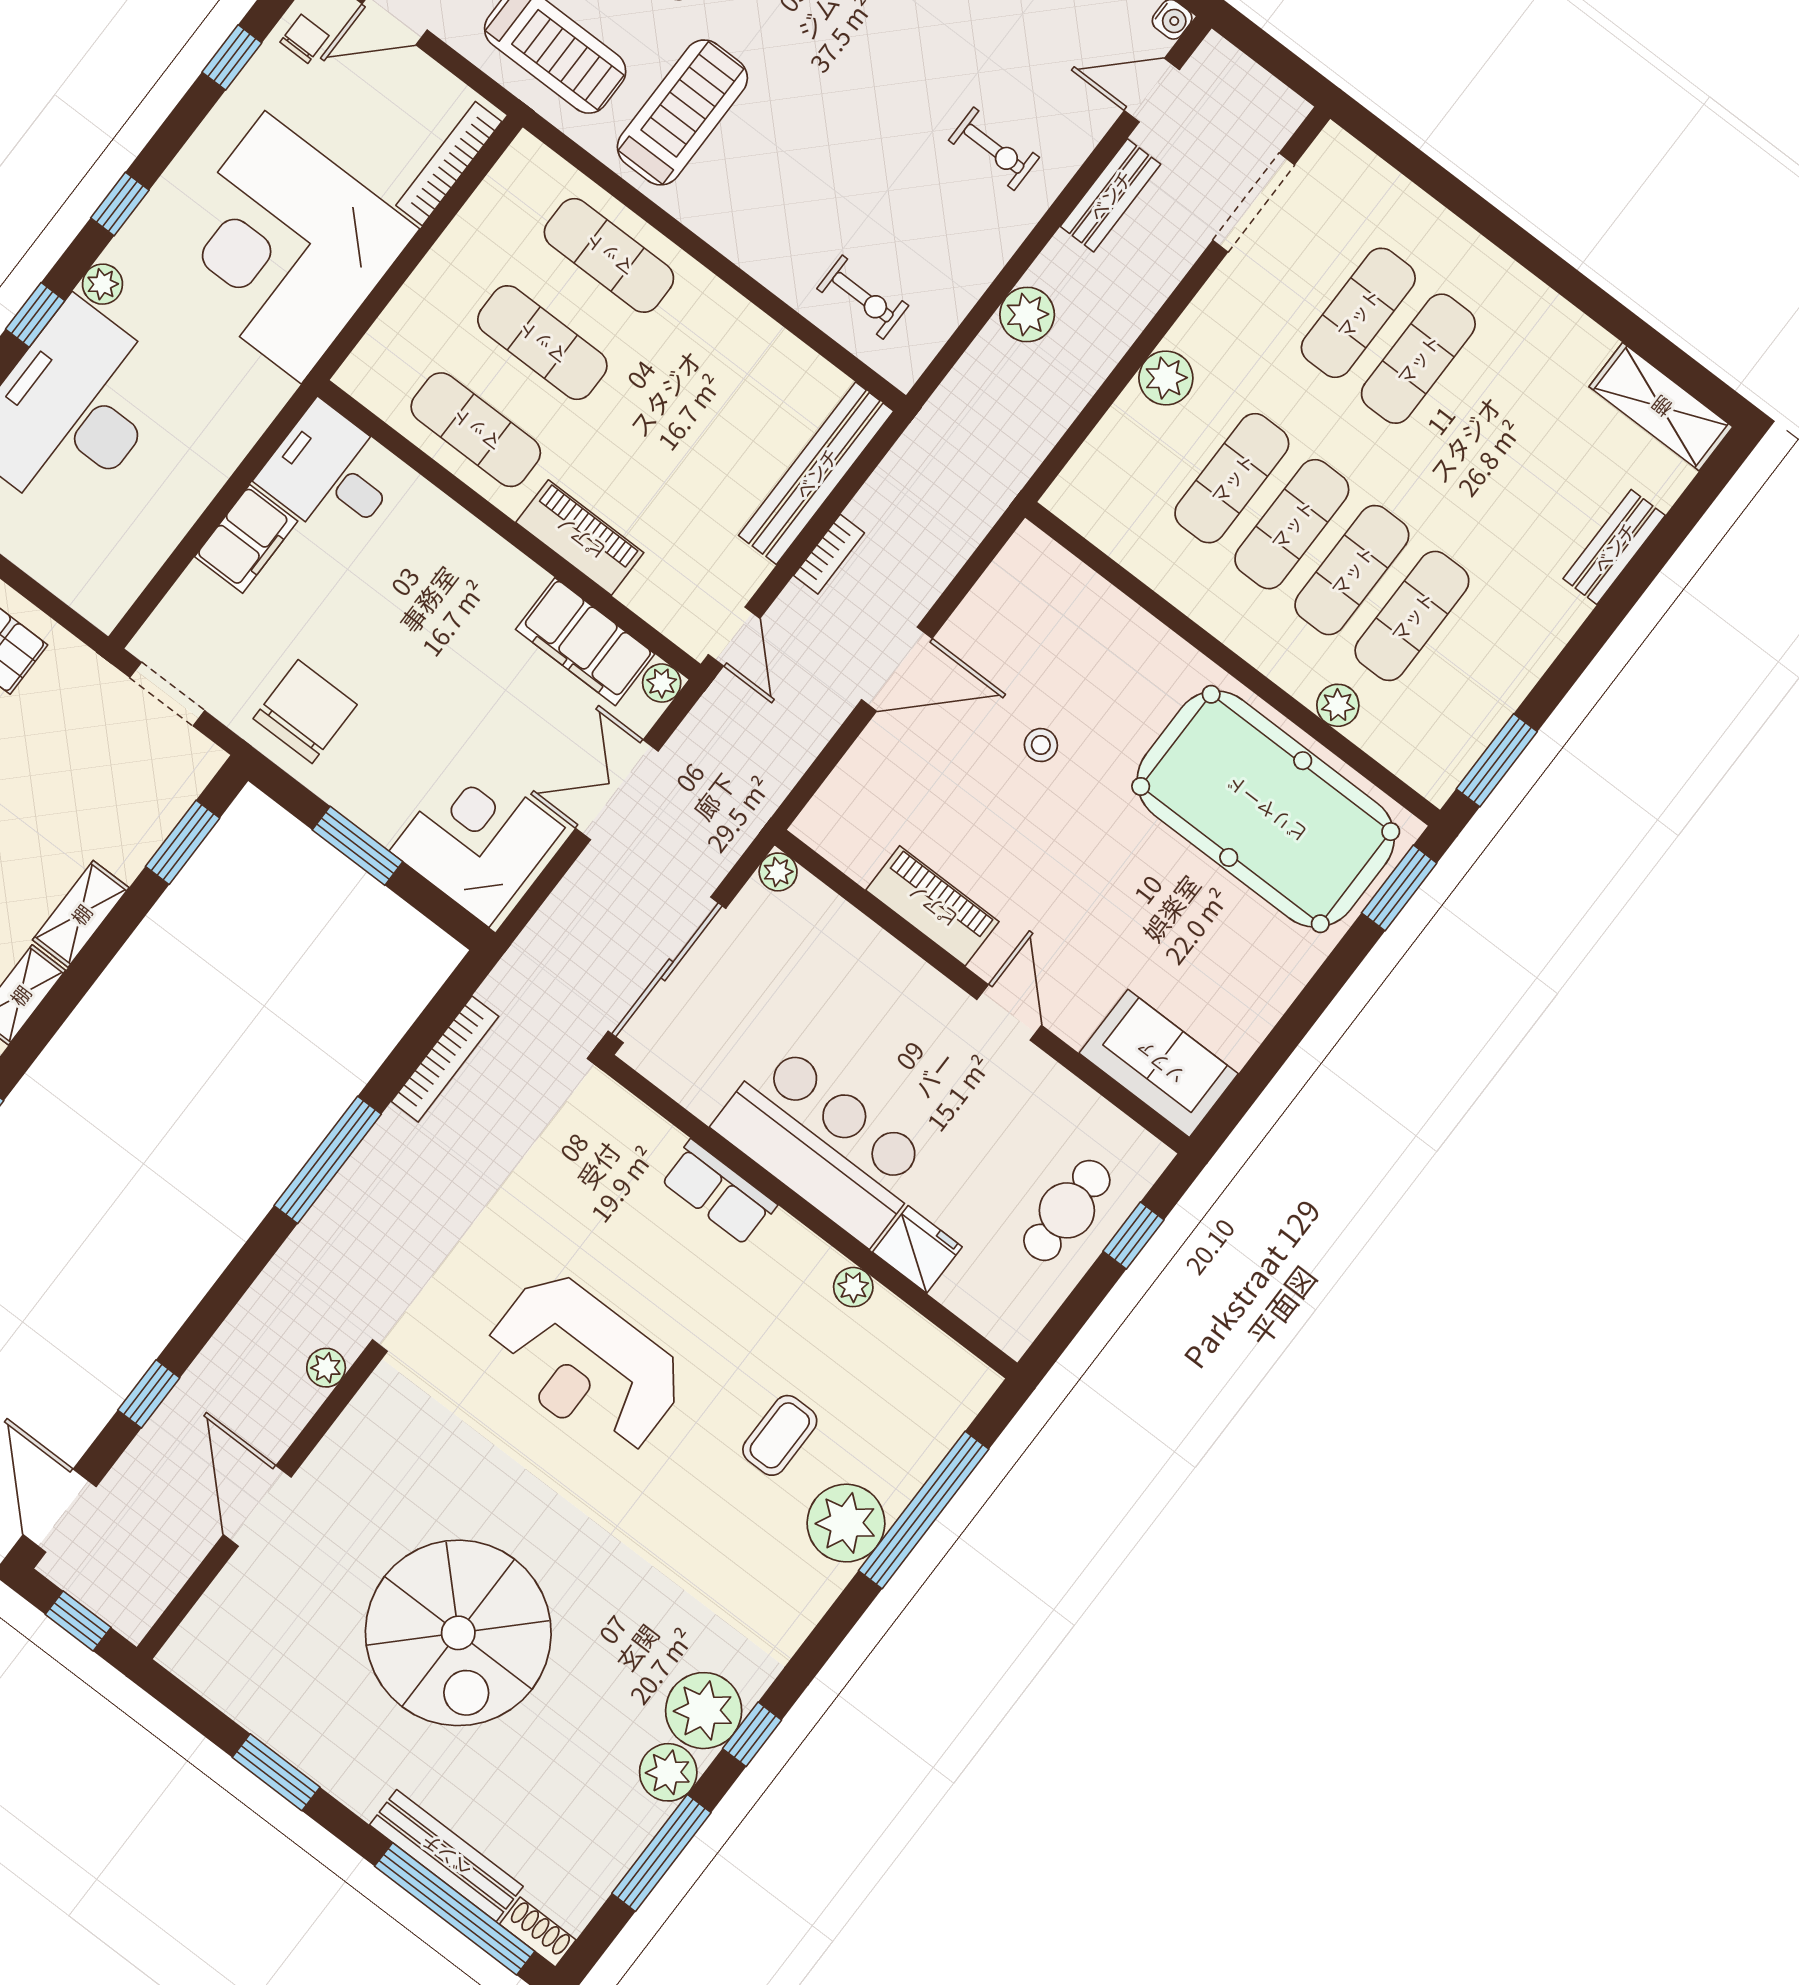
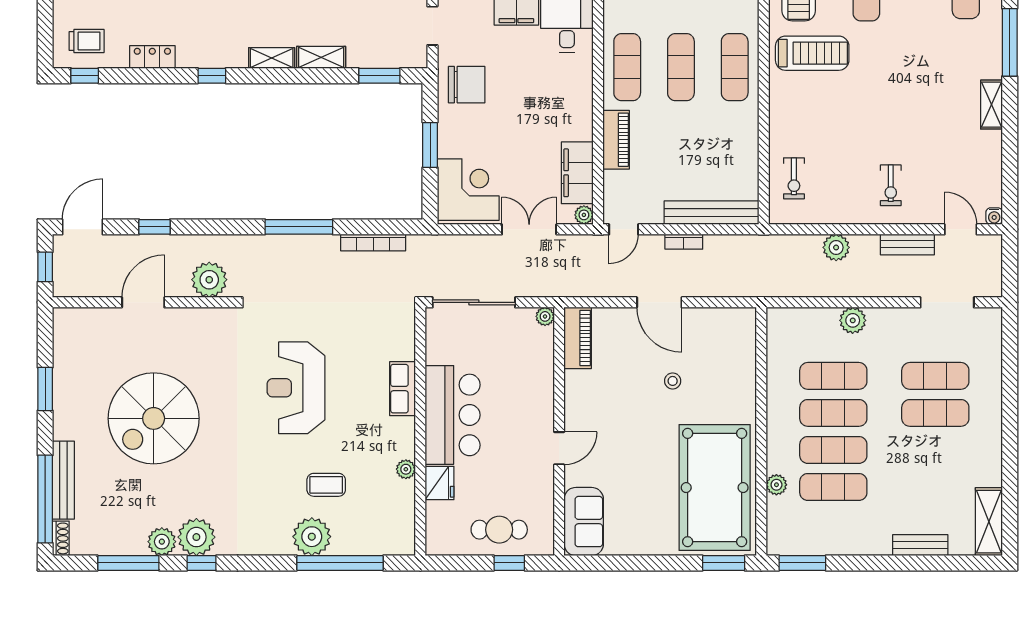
piano: (932, 906) -> (578, 338), moved
plant: (326, 1368) -> (209, 280), width x1.88, depth x1.88

